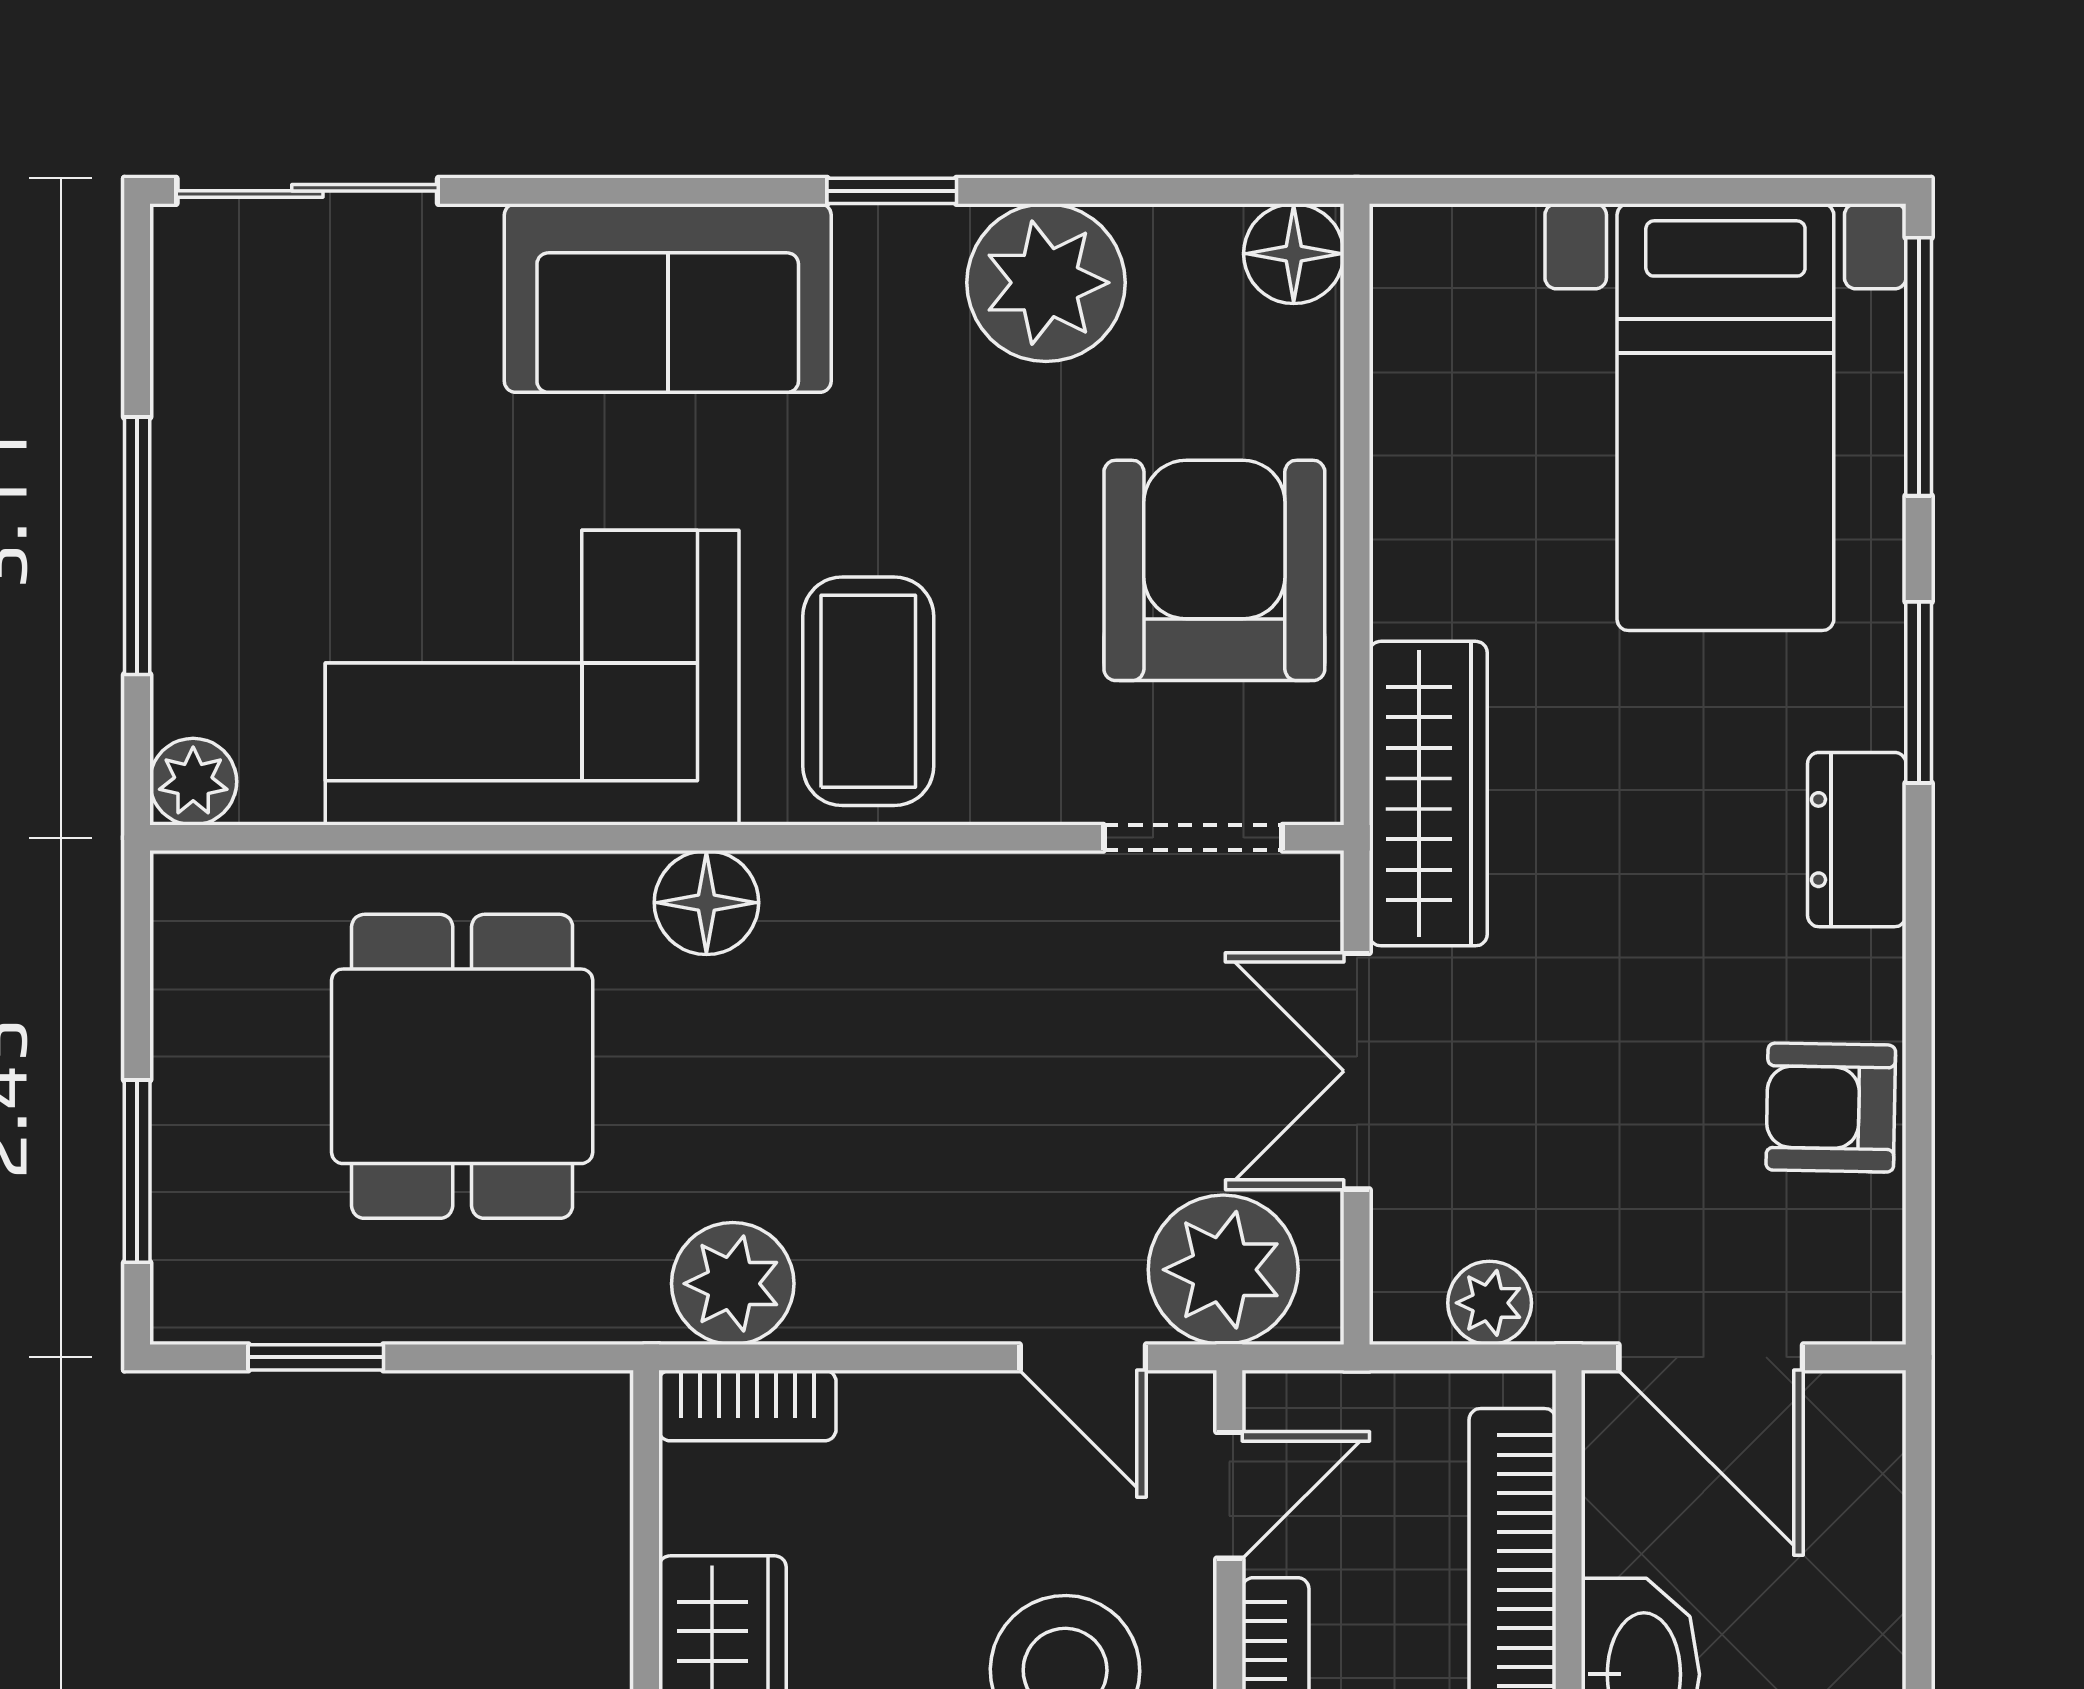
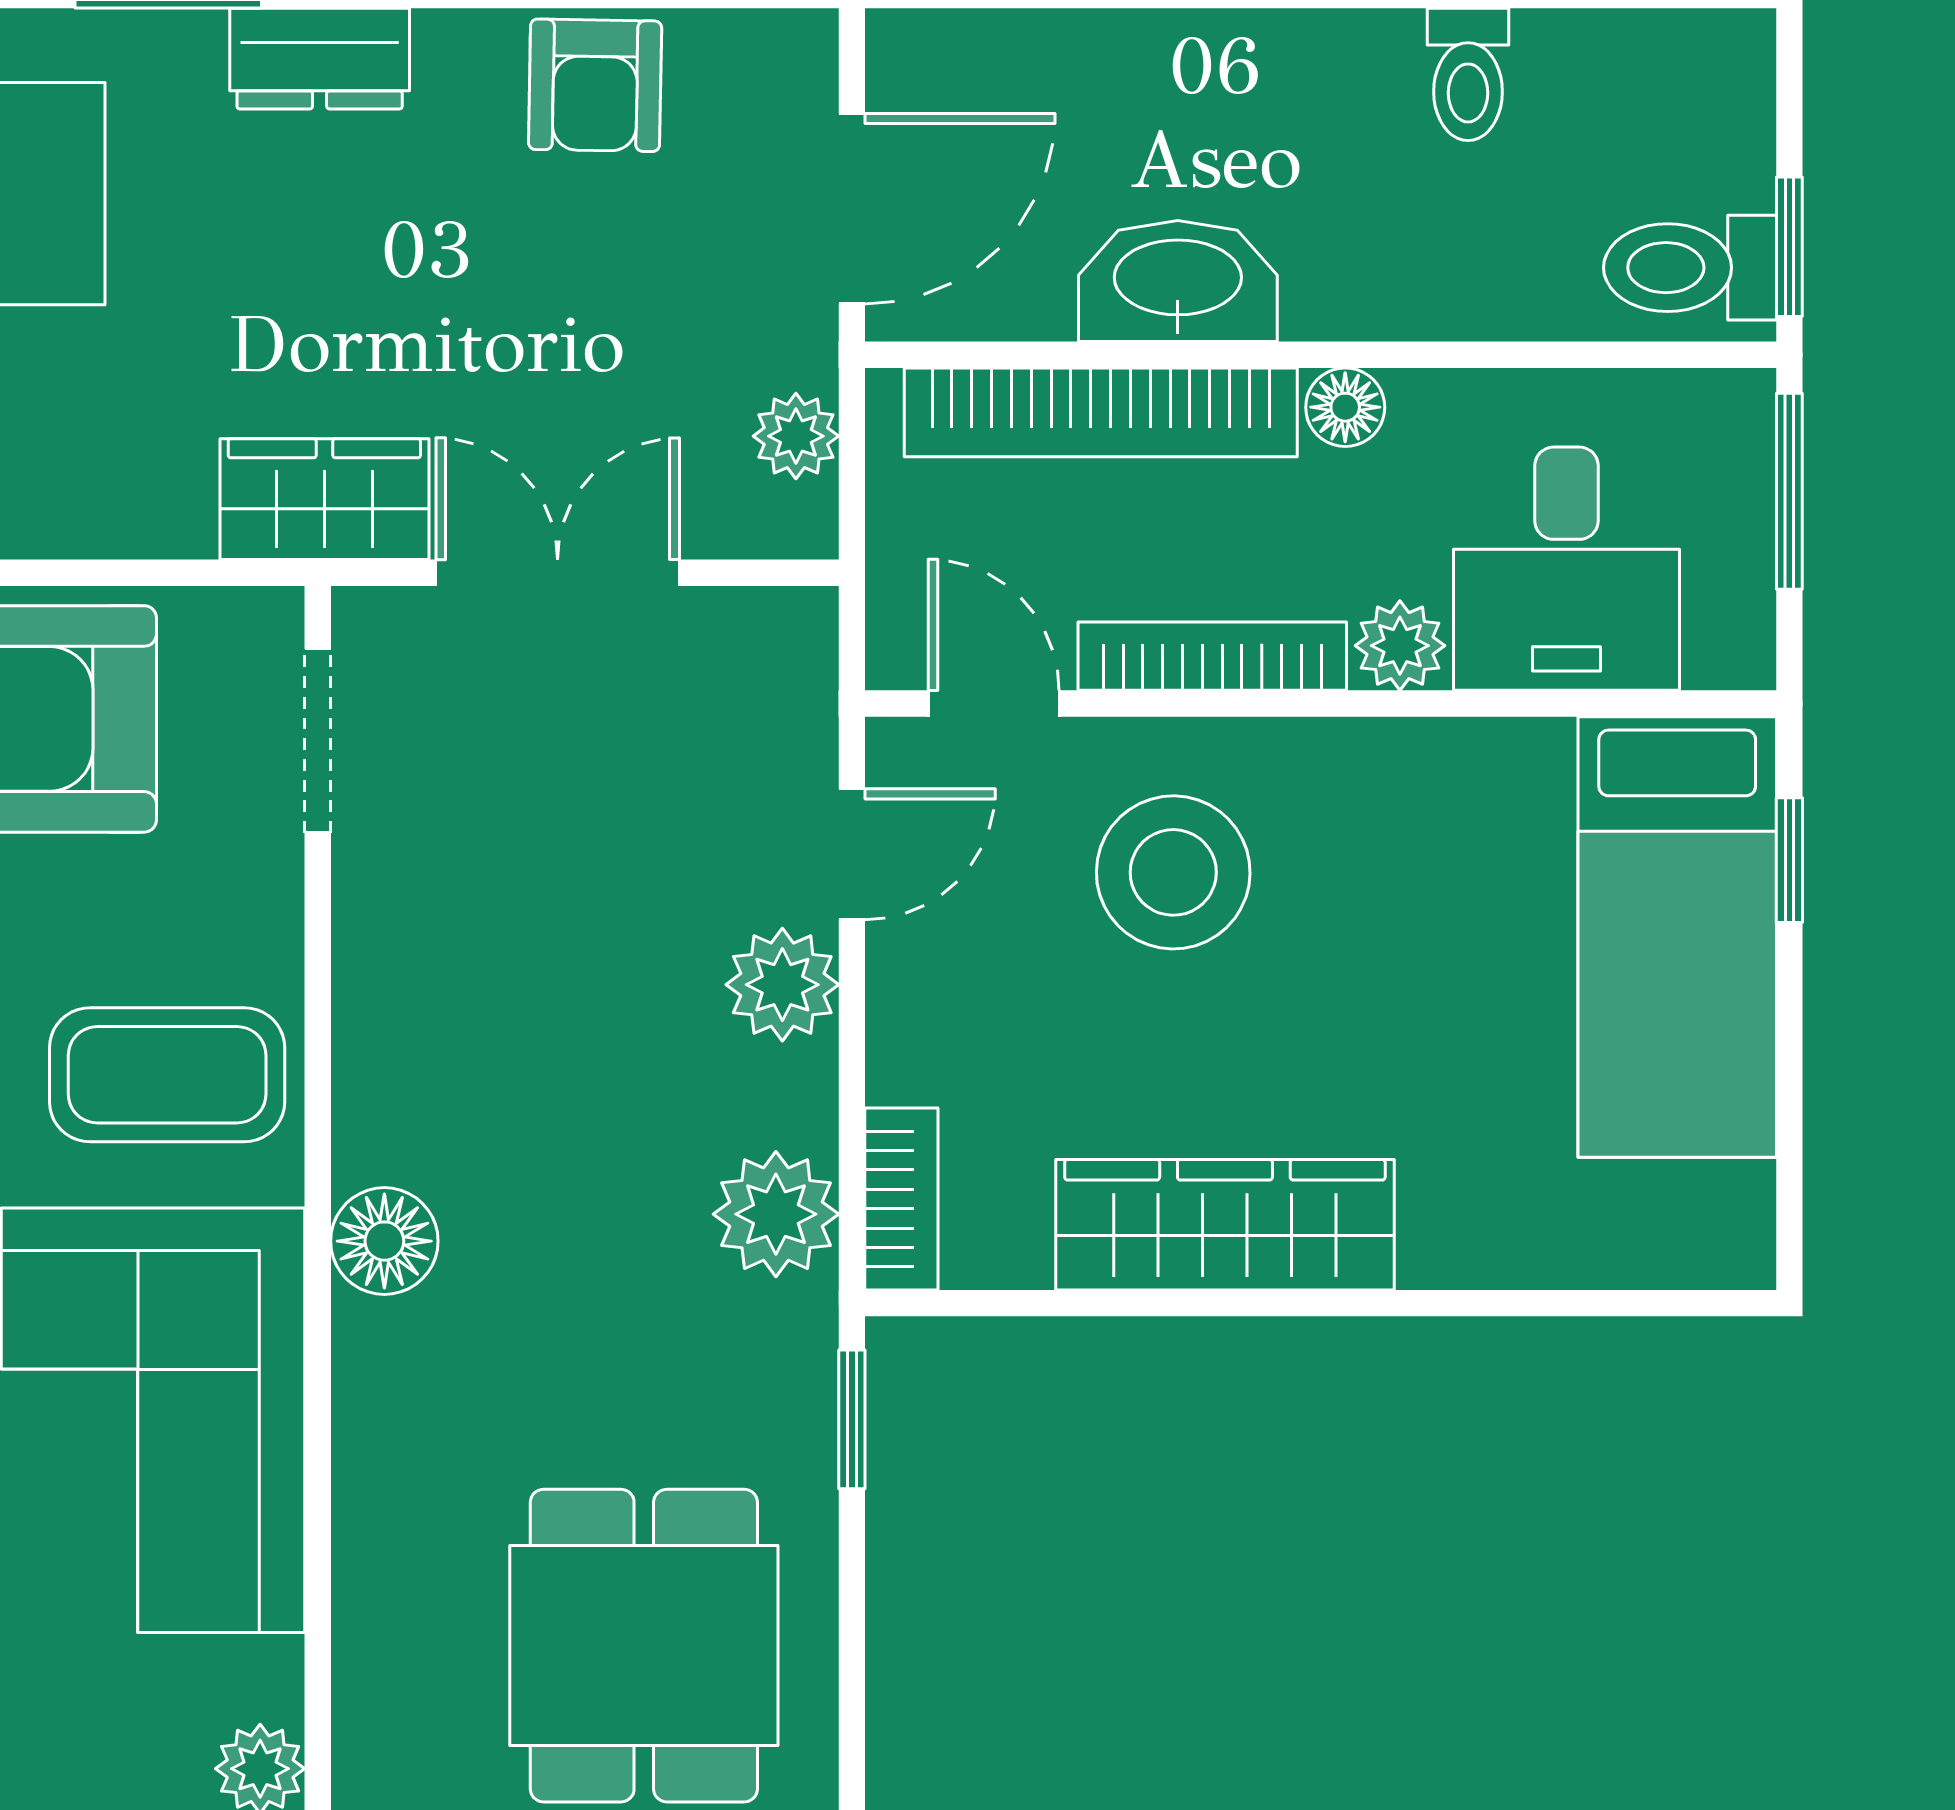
wardrobe: (1428, 794) -> (324, 499), width x0.67
dining table: (462, 1066) -> (644, 1646), moved, turned 90
double door: (1357, 1071) -> (558, 573), swing flipped
plant: (1223, 1270) -> (782, 985), moved, width x0.73, depth x0.73
window: (316, 1357) -> (852, 1419), moved

